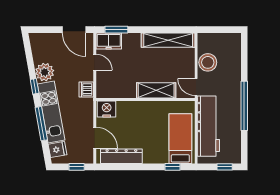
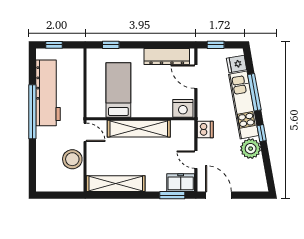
shelving: (156, 90) -> (139, 129), width x1.47
workbench: (208, 126) -> (48, 93), moved, turned 180
bed: (180, 139) -> (118, 90), moved, turned 180

